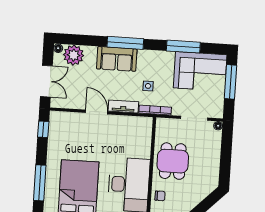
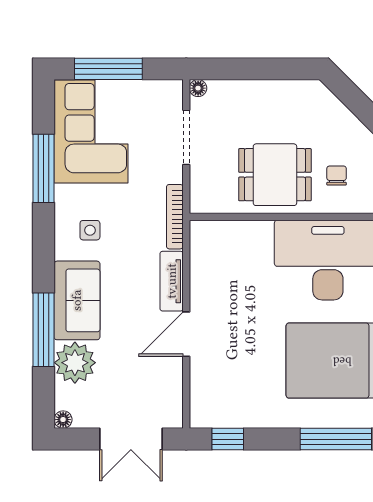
window: (125, 43) -> (44, 330), moved
plant: (74, 55) -> (75, 363), moved
double door: (46, 81) -> (131, 439), swing flipped
side table: (148, 86) -> (90, 230), moved
chair: (160, 196) -> (337, 176), moved

